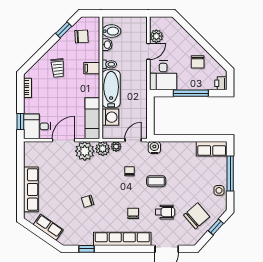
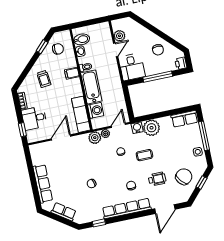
desk: (37, 126) -> (34, 118), moved
plant: (85, 151) -> (152, 128), moved

